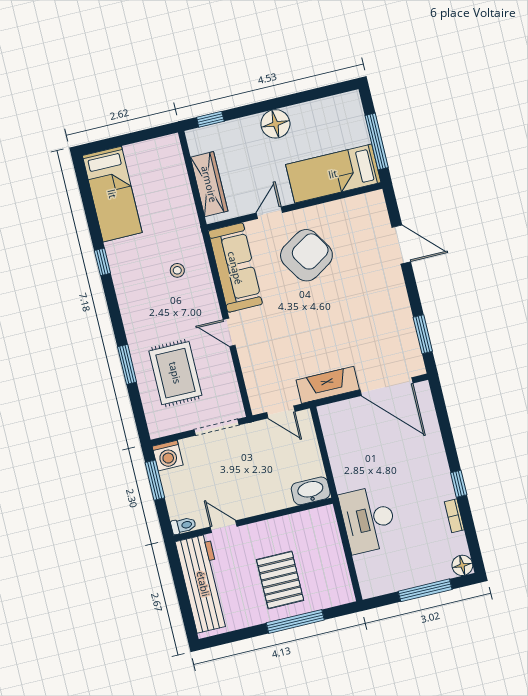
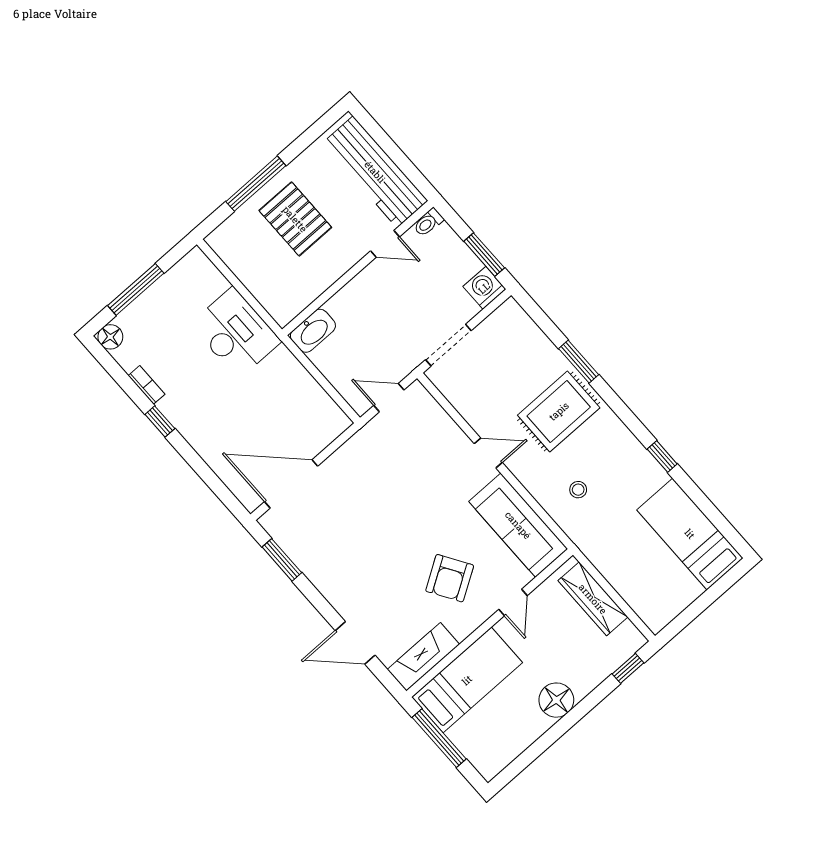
armchair: (306, 255) -> (450, 578), width x0.73, depth x0.73
rug: (175, 373) -> (559, 411), moved, turned 90
fireplace: (328, 385) -> (423, 657), moved, turned 180

